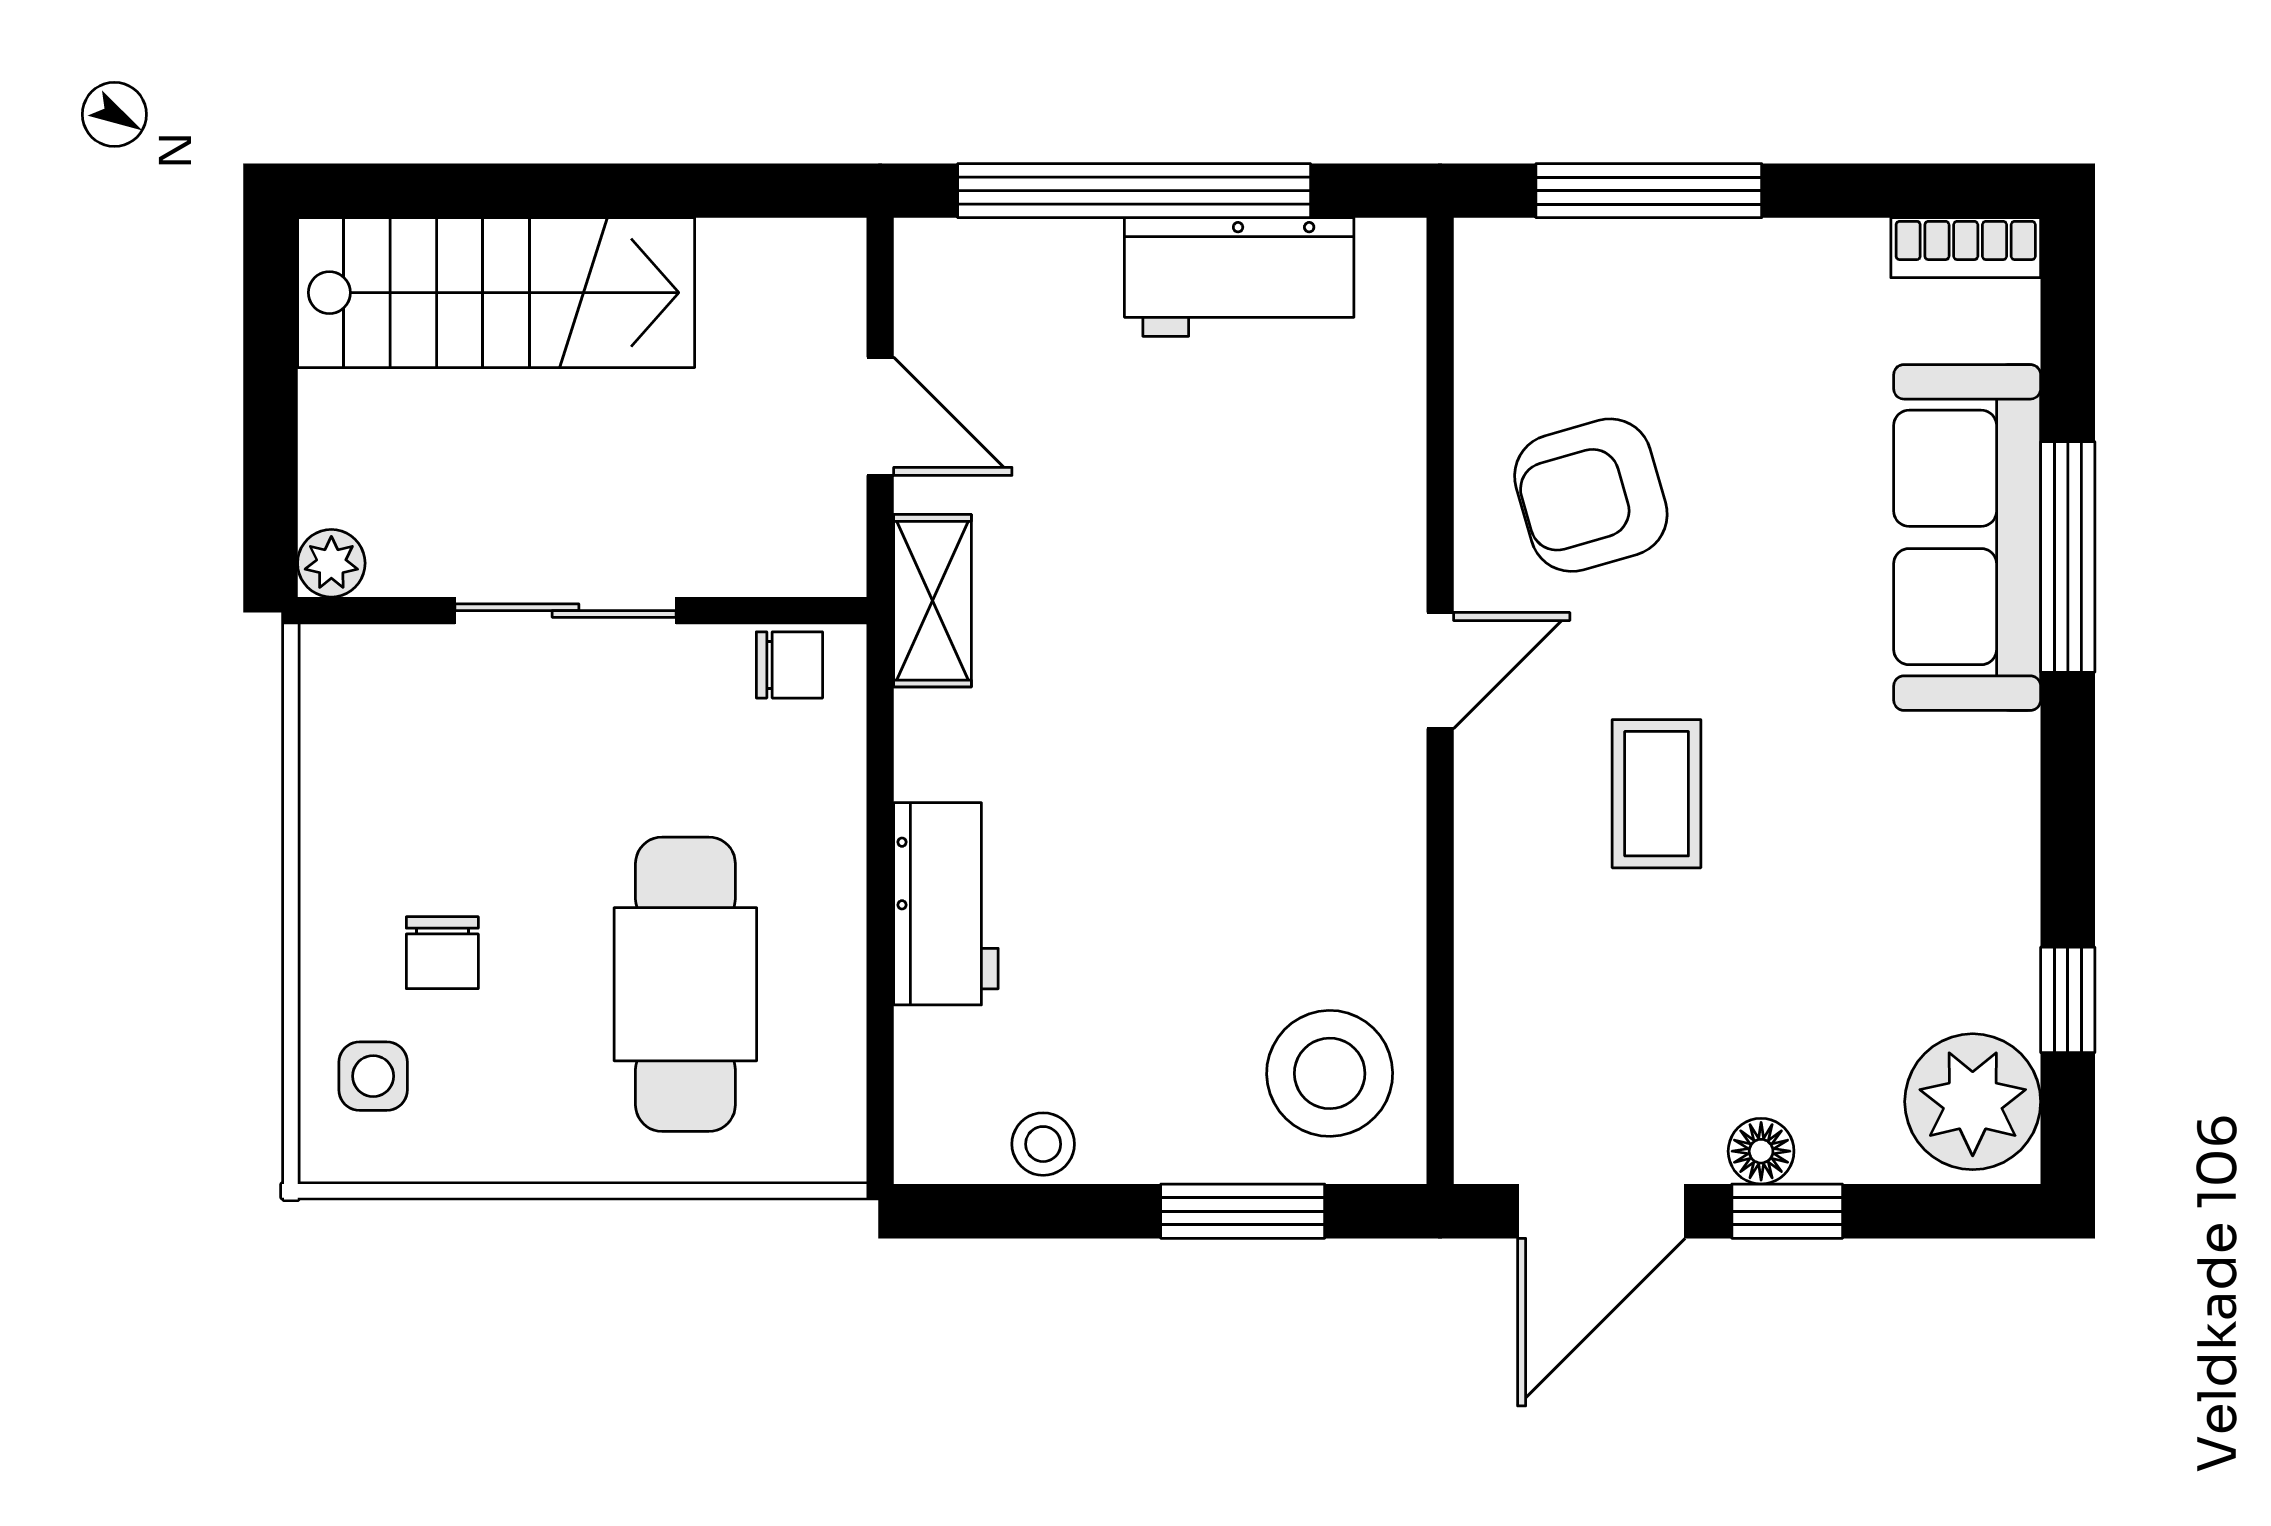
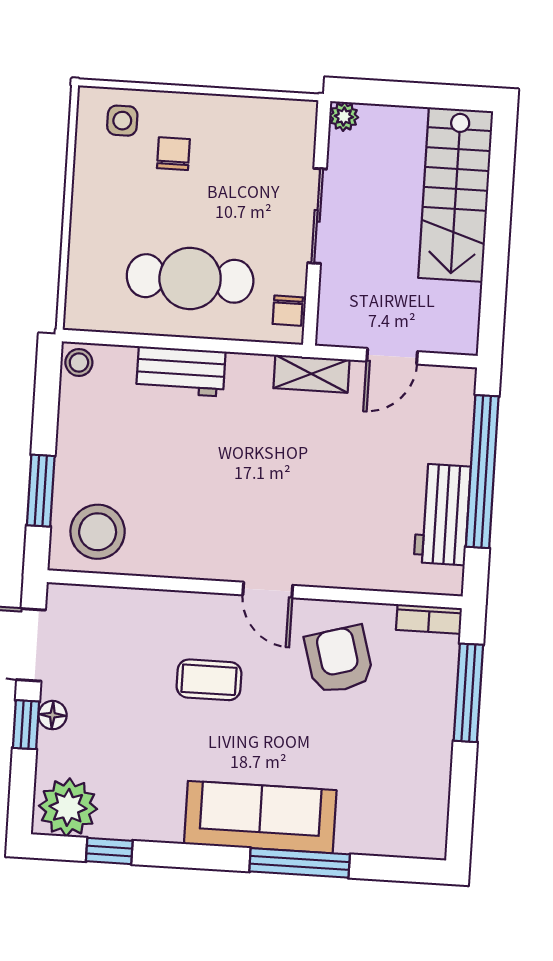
bookcase: (1966, 248) -> (429, 619), moved, turned -90
sofa: (1967, 537) -> (260, 817), moved
chair: (442, 953) -> (173, 154), turned 90
cafe table: (685, 984) -> (190, 278), moved
stool: (1043, 1144) -> (79, 363), moved

